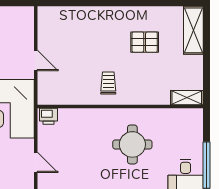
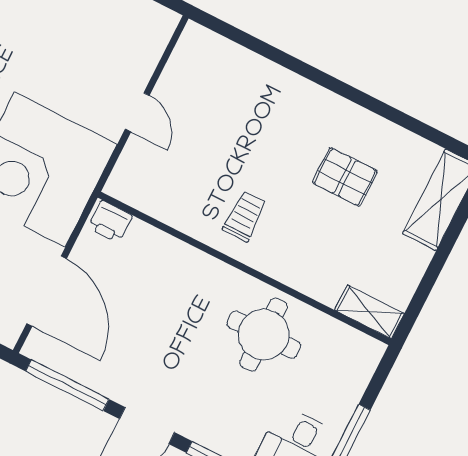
round table: (132, 144) -> (264, 335), moved
door: (36, 162) -> (47, 291), width x1.88

